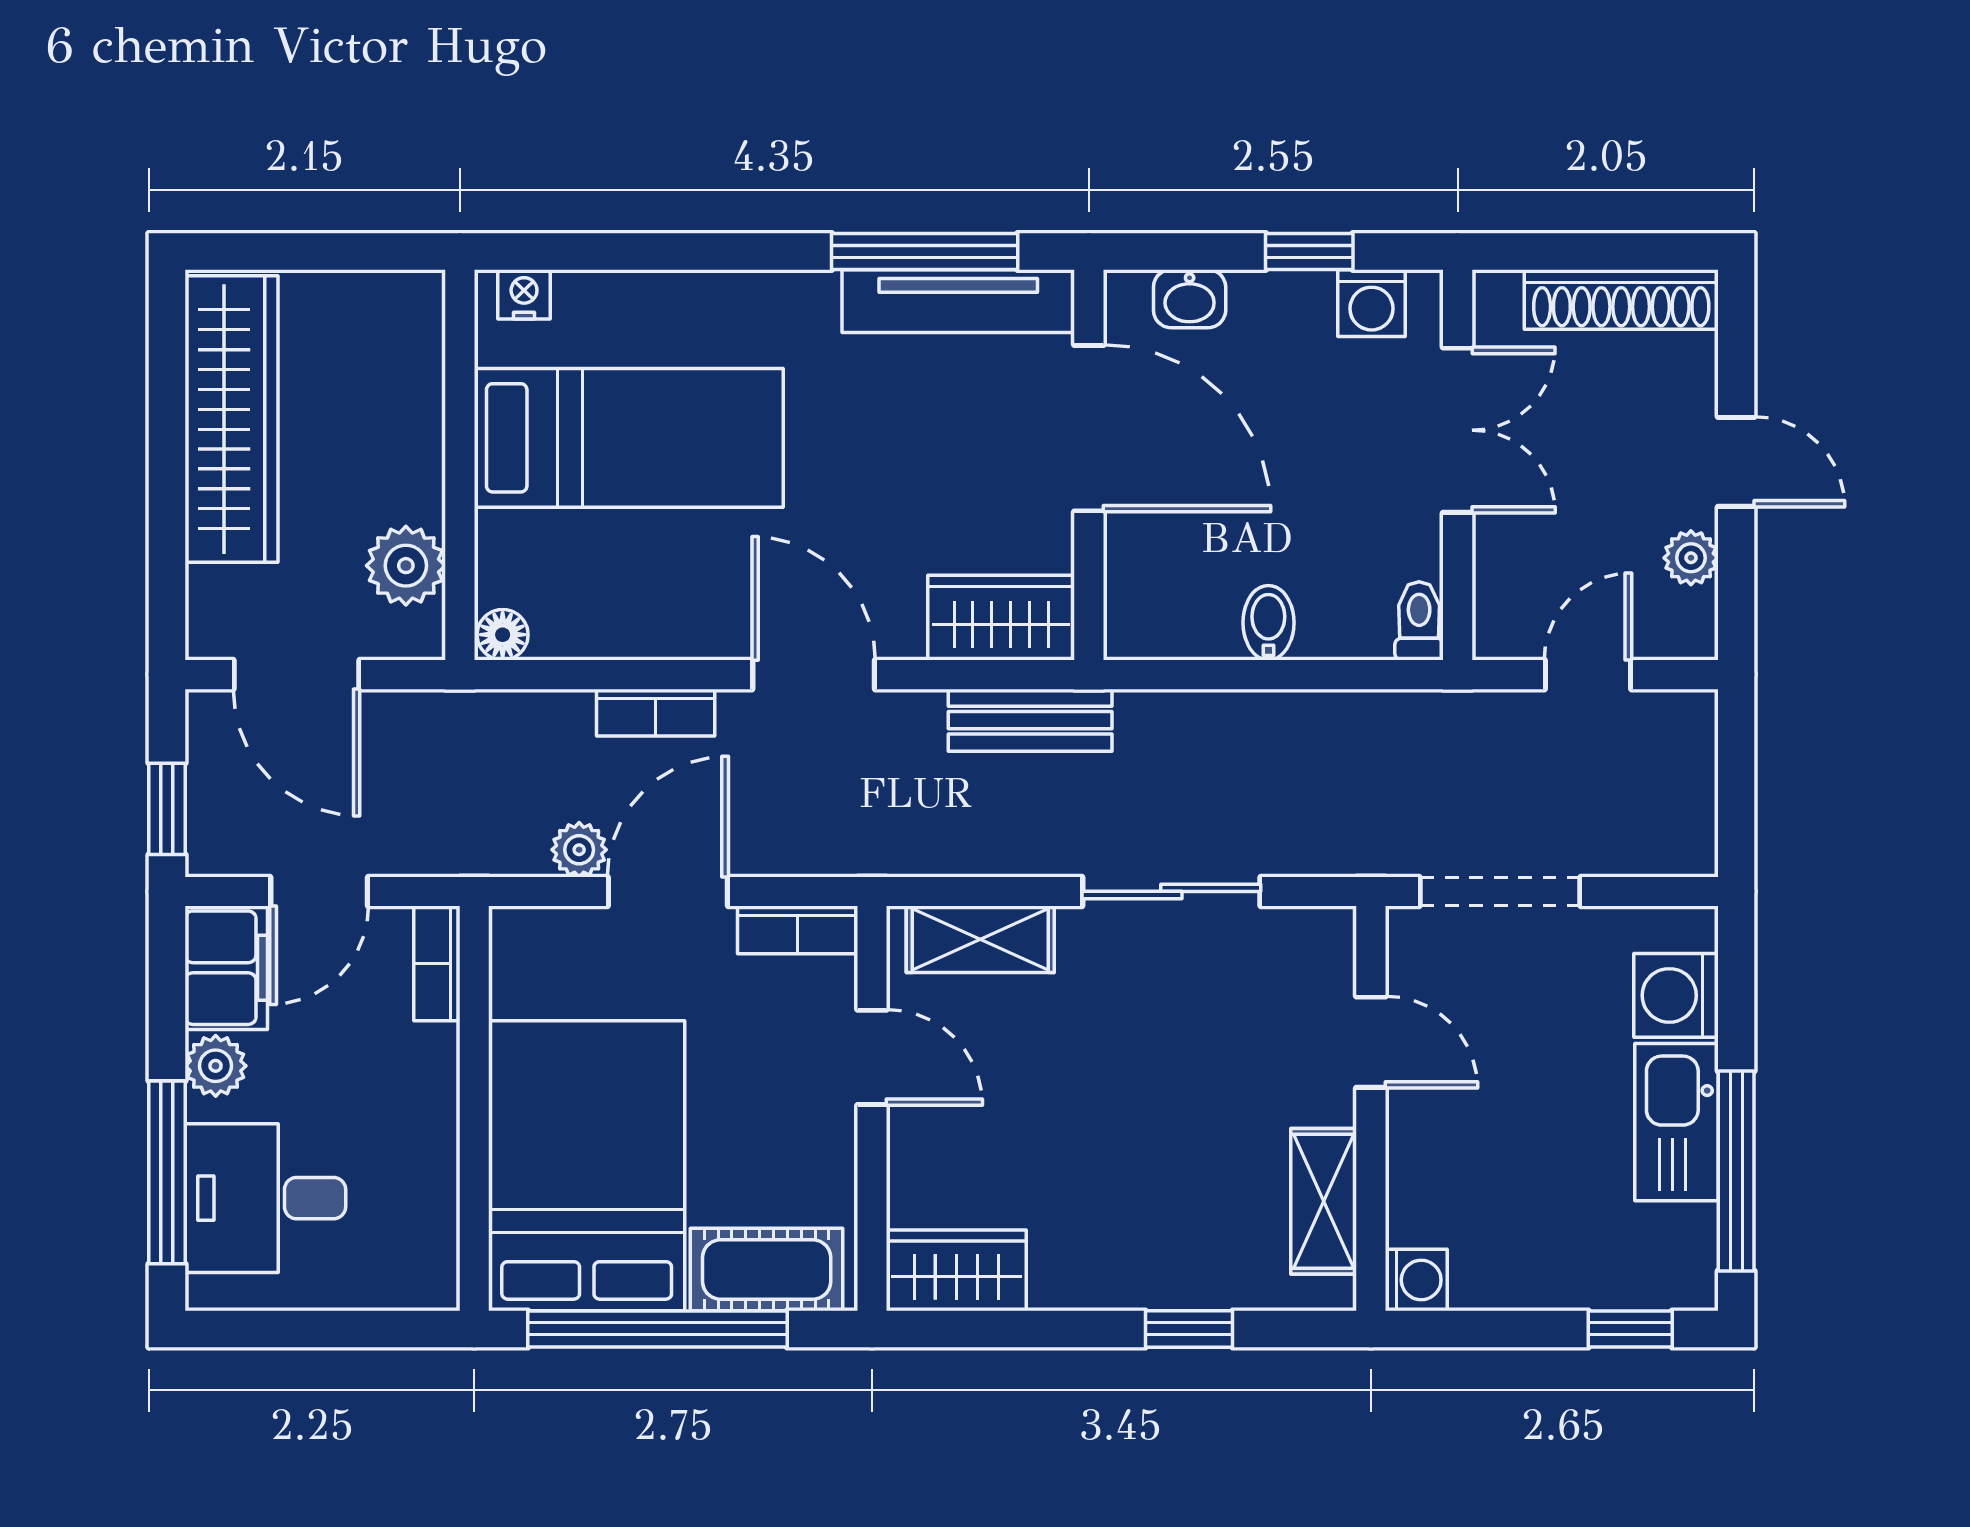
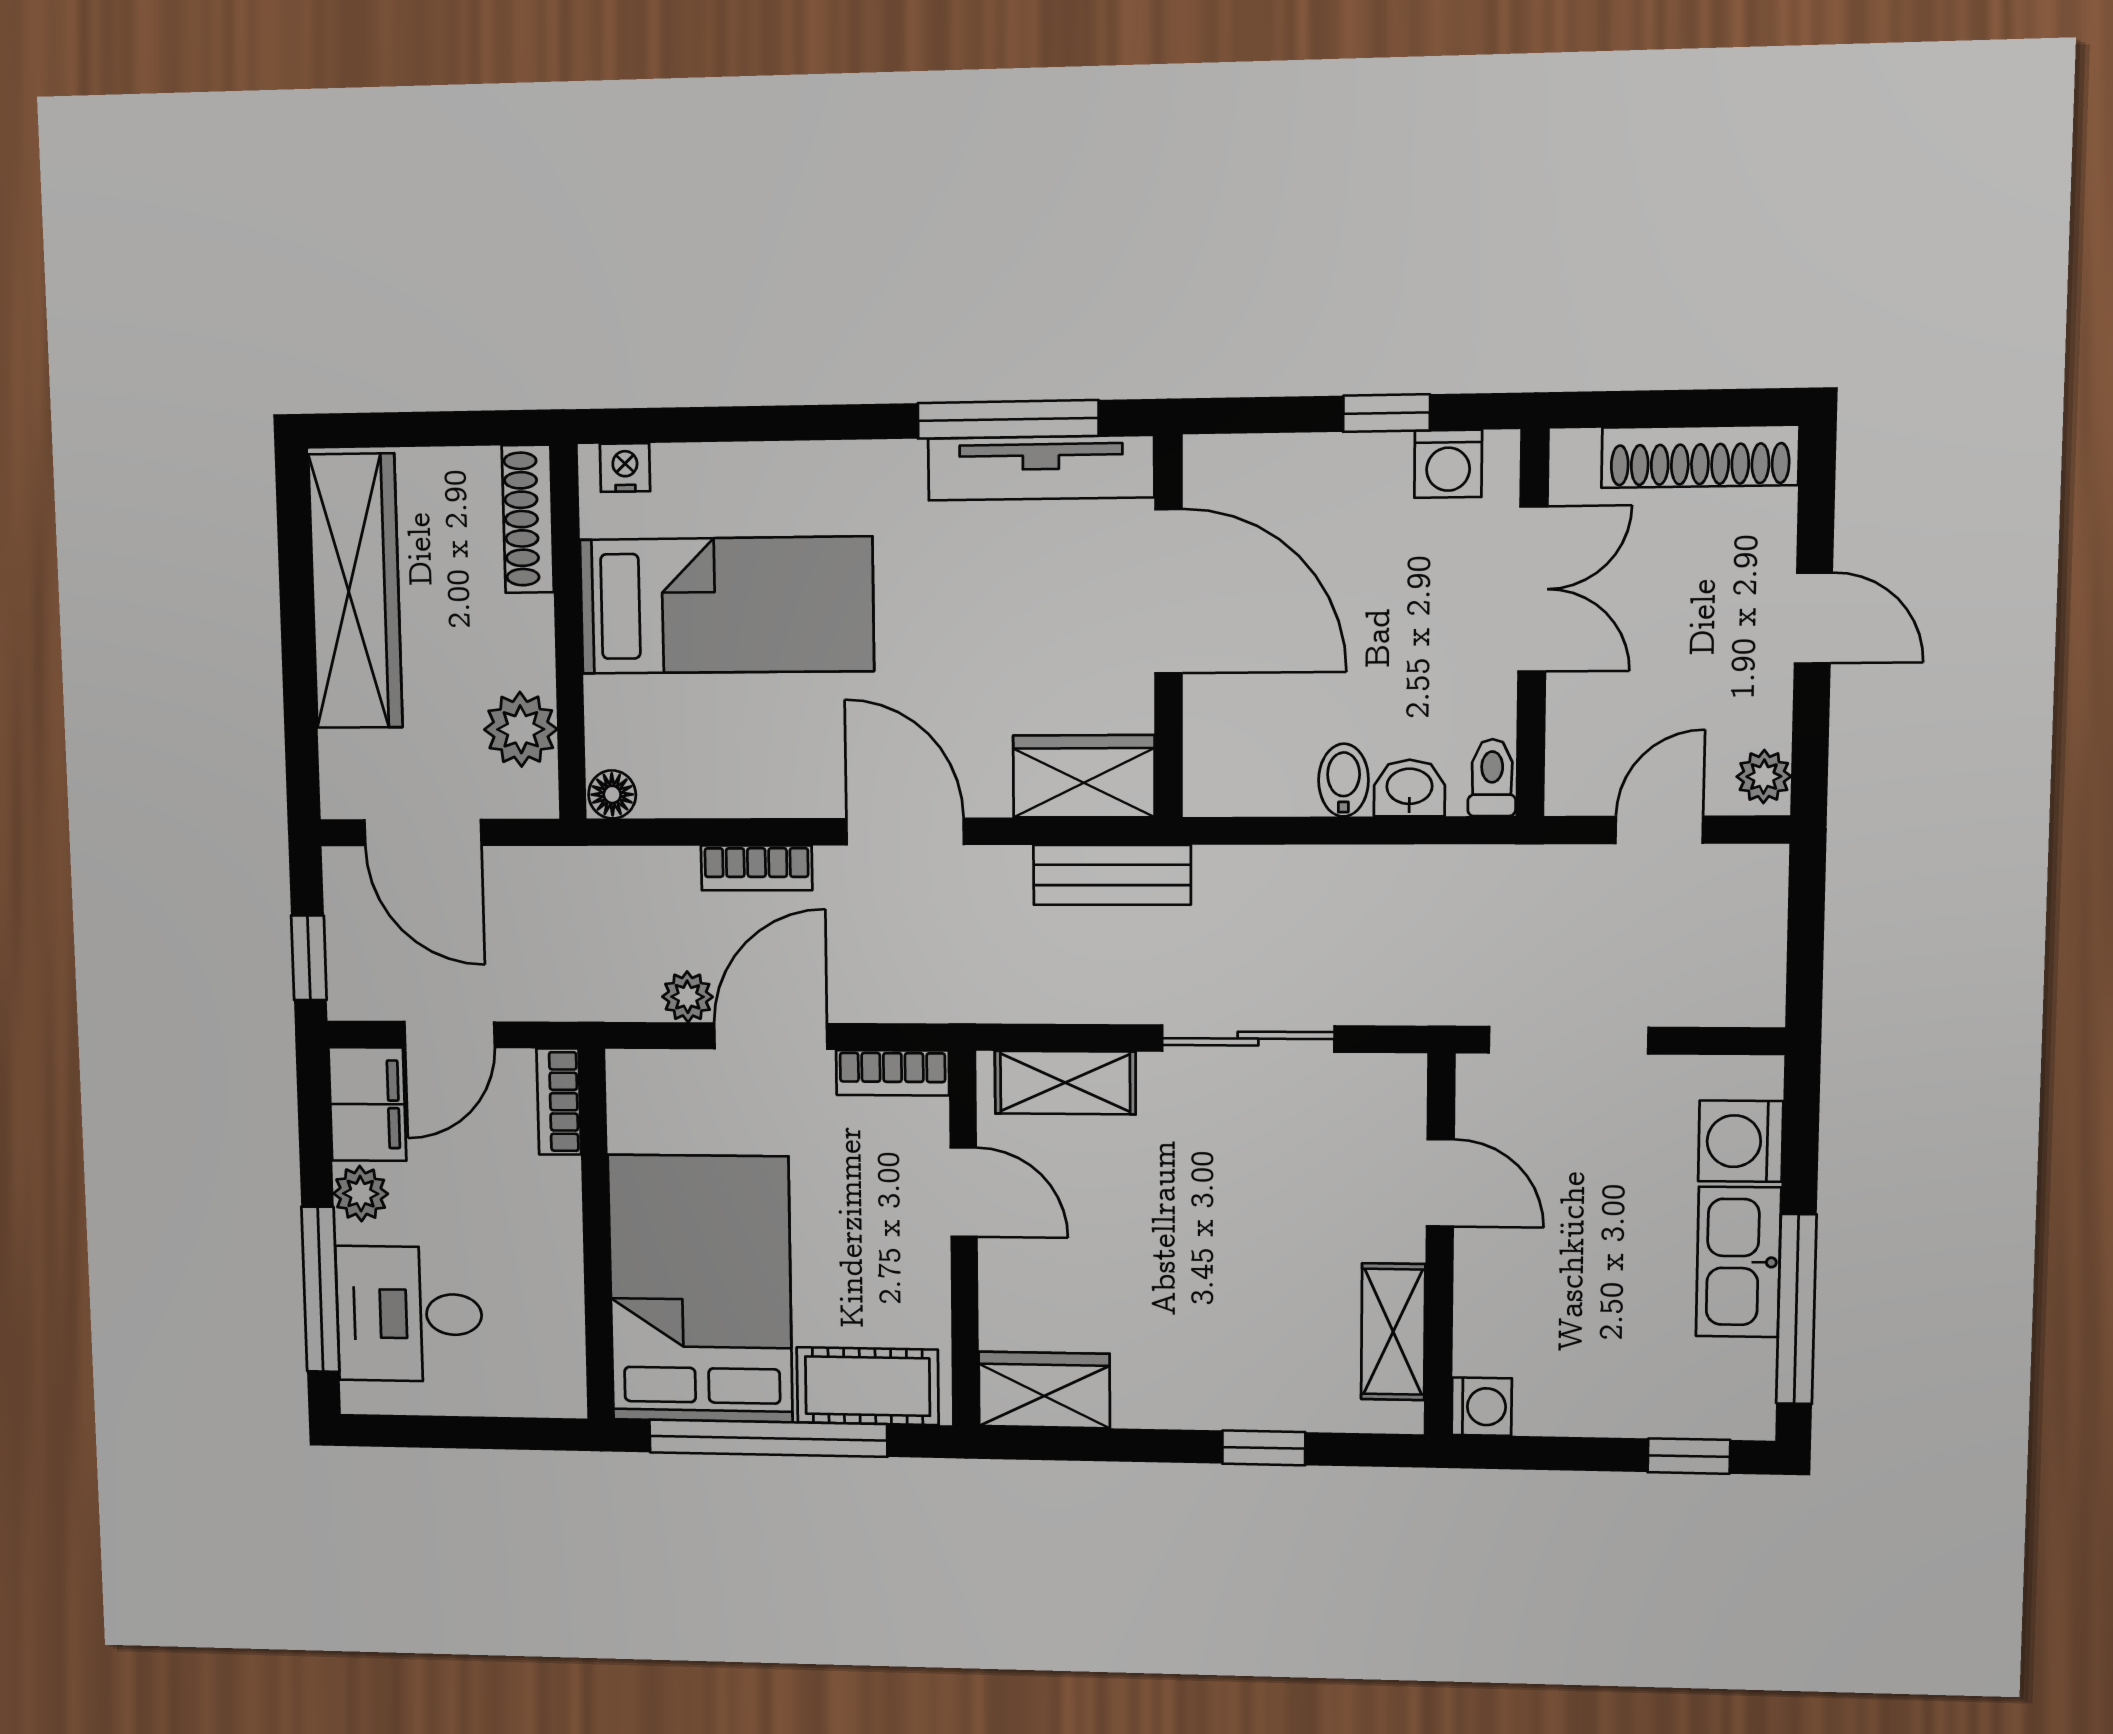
washbasin: (1190, 299) -> (1409, 788), moved, turned 180
shoe rack: (419, 346) -> (528, 519), added
plant: (1691, 558) -> (1764, 777), moved

